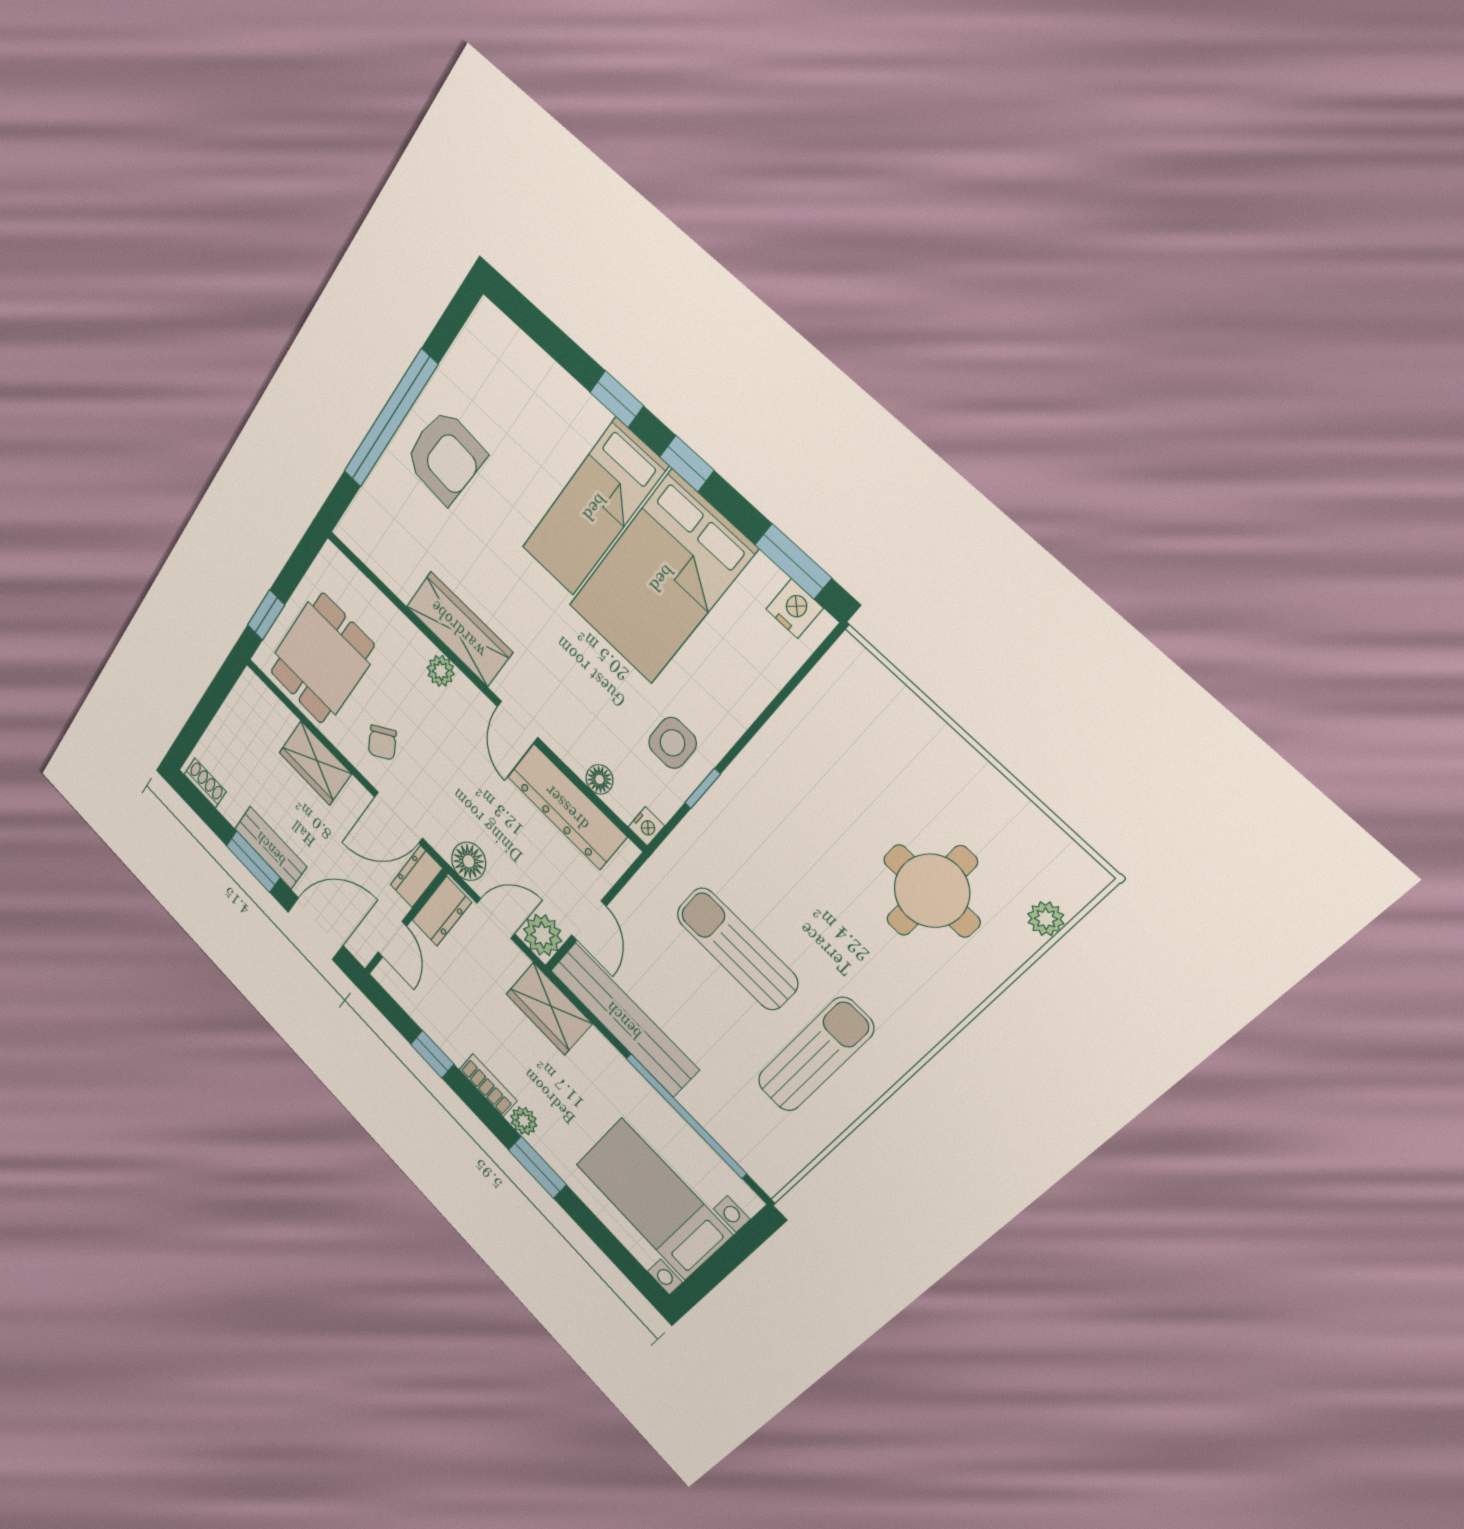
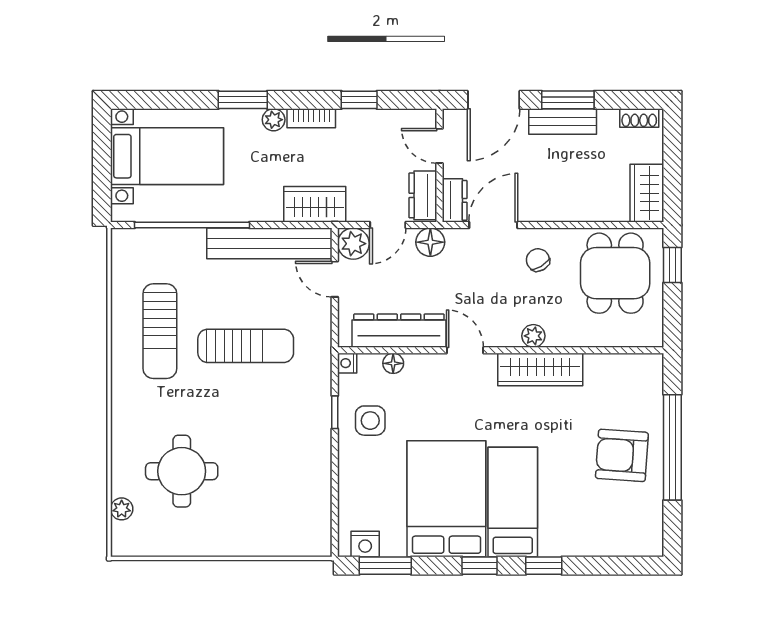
wardrobe: (315, 763) -> (647, 193), moved, turned -90

